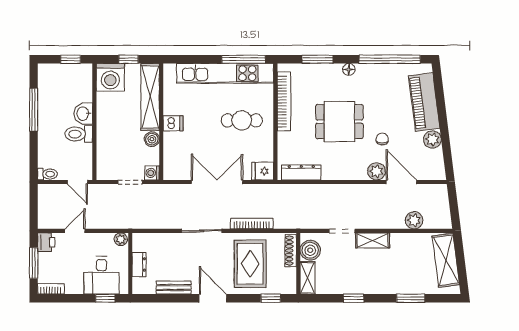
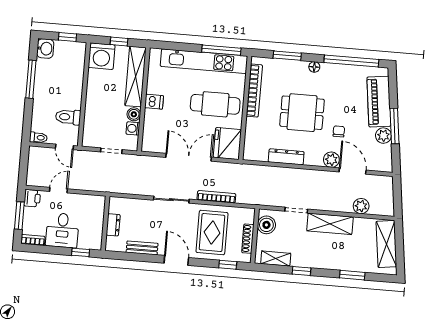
washbasin: (83, 114) -> (45, 49), moved, turned 180
cafe table: (242, 120) -> (215, 104), width x1.37, depth x1.35
window: (444, 128) -> (395, 126), added
toilet: (79, 134) -> (68, 117), moved
fridge: (263, 171) -> (227, 144), width x1.88, depth x1.34
dresser: (301, 172) -> (286, 157), moved
washing machine: (152, 173) -> (133, 128), moved
plant: (121, 239) -> (99, 201), removed
shelving: (373, 240) -> (330, 224), width x1.50, depth x1.33
shoe rack: (291, 251) -> (248, 239), moved
desk: (101, 275) -> (62, 230), moved
shelving: (308, 278) -> (276, 259), moved, turned 90

